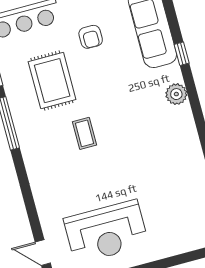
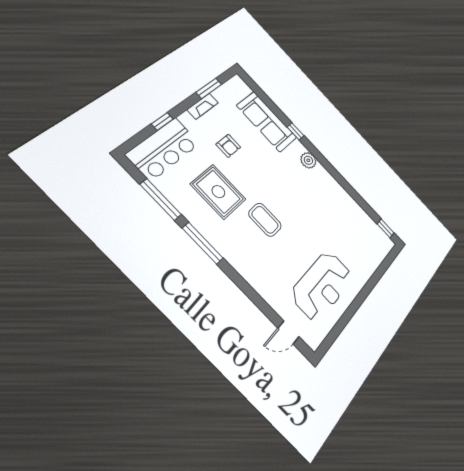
coffee table: (85, 133) -> (265, 220), width x1.36, depth x1.30

